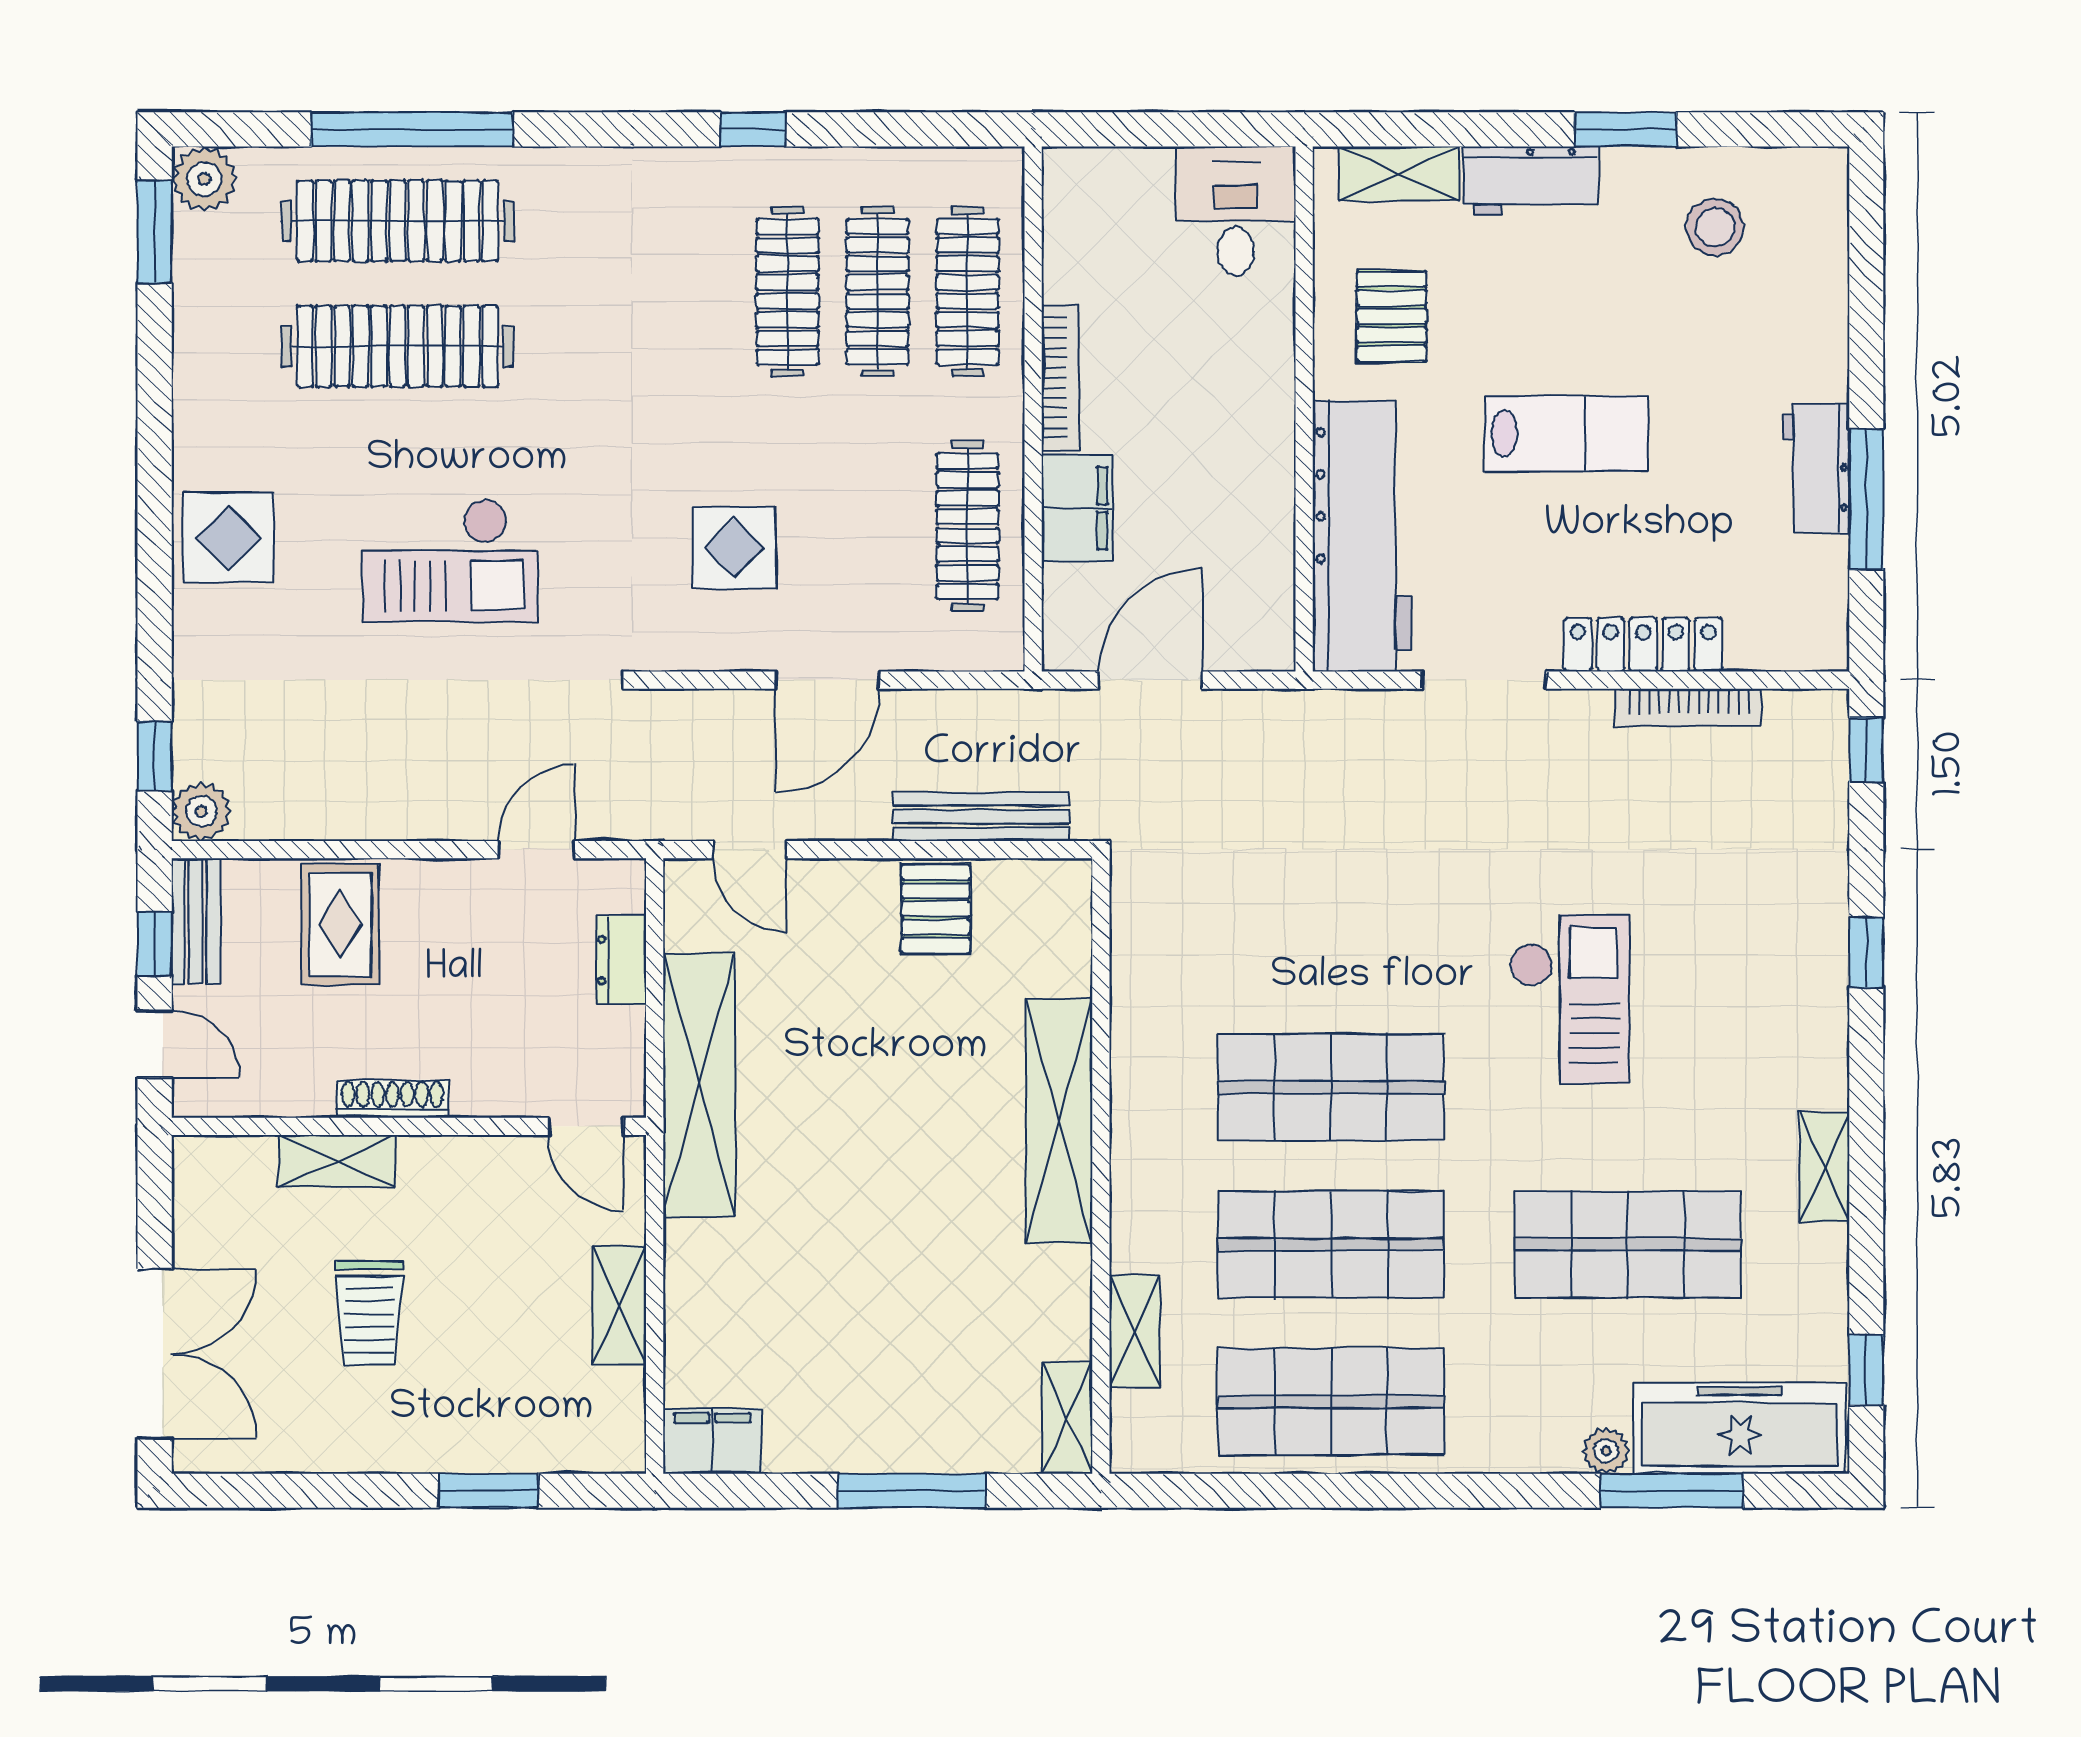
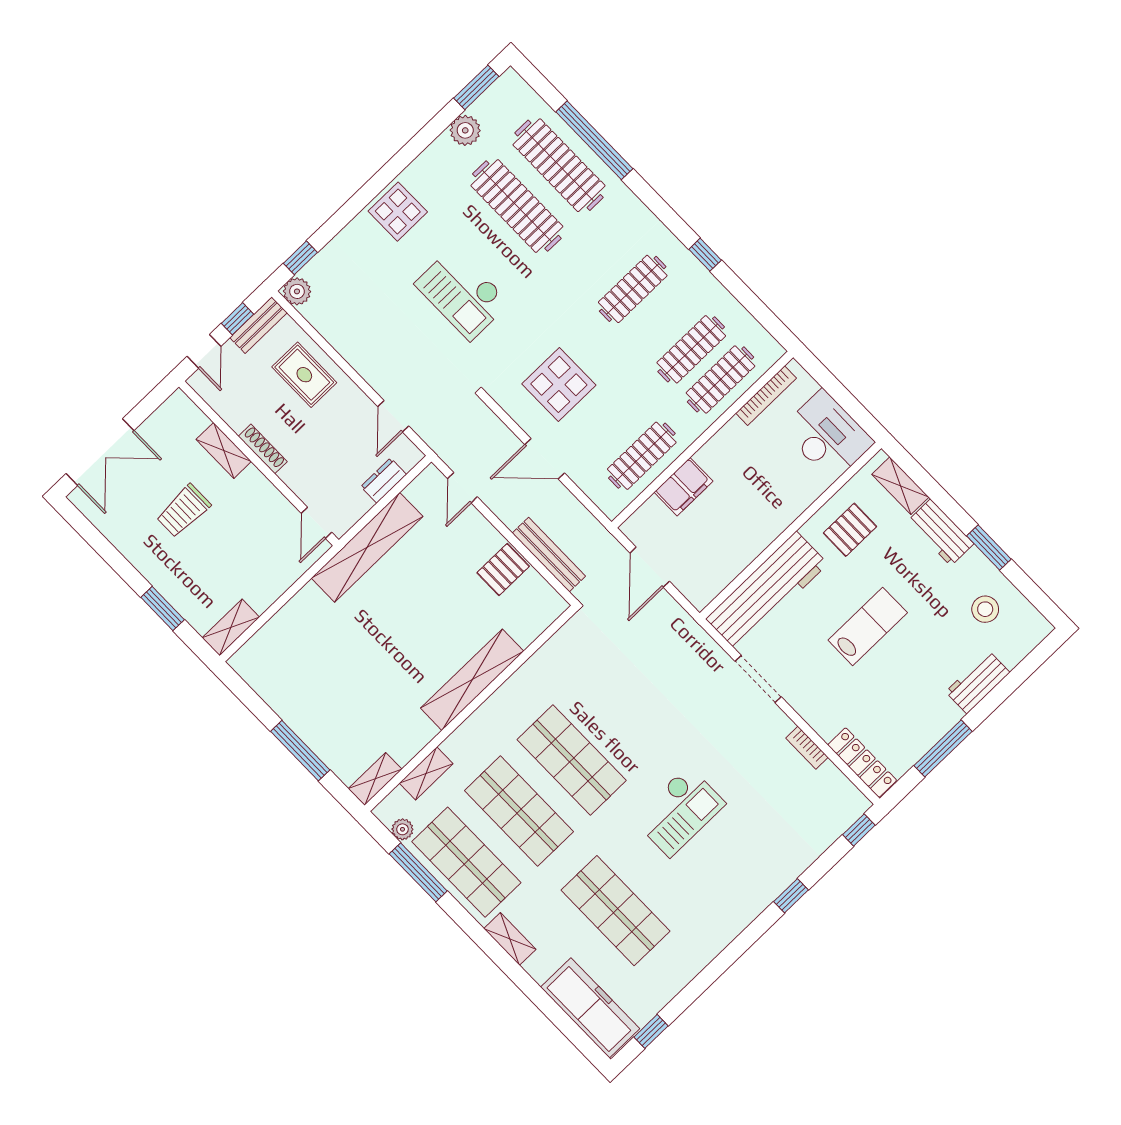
plant: (204, 179) -> (465, 130), moved
desk: (1236, 211) -> (827, 436), width x1.37
clothes rail: (788, 292) -> (633, 289), moved
bookcase: (1060, 377) -> (766, 396), moved
lab bench: (1567, 433) -> (868, 626), turned -90
workbench: (1816, 468) -> (978, 682), moved
display table: (734, 548) -> (559, 384), width x1.36, depth x1.36
locker: (1643, 645) -> (862, 763), moved
door: (1150, 680) -> (650, 567), swing flipped
bookcase: (1689, 707) -> (807, 748), width x0.64
door: (537, 850) -> (393, 416), swing flipped
rug: (340, 924) -> (304, 375), turned 90
shelving: (1825, 1167) -> (510, 939), moved, turned 90
shelving: (619, 1305) -> (231, 627), moved
filing cabinet: (712, 1441) -> (252, 667), removed
plant: (1606, 1451) -> (402, 829), moved
window: (1672, 1491) -> (418, 872), moved

